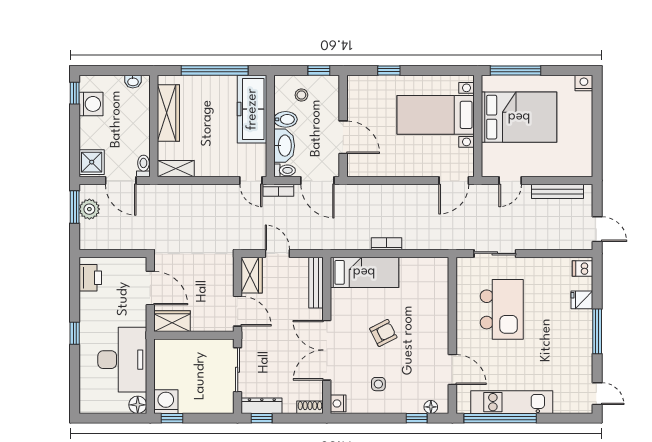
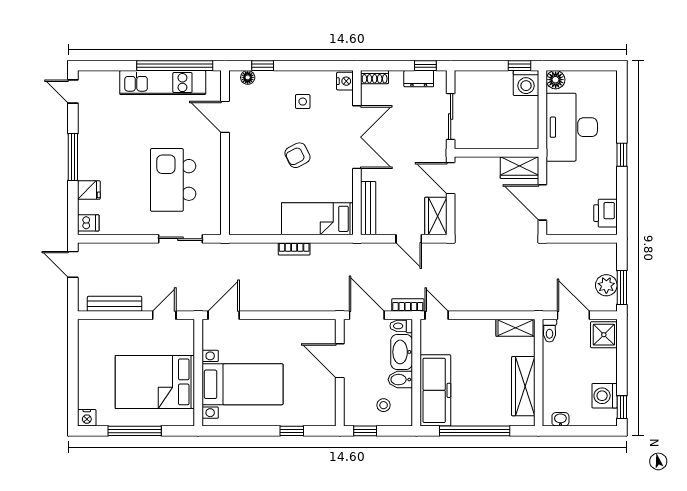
window: (515, 70) -> (135, 431), moved
dresser: (262, 406) -> (419, 79), width x0.70

